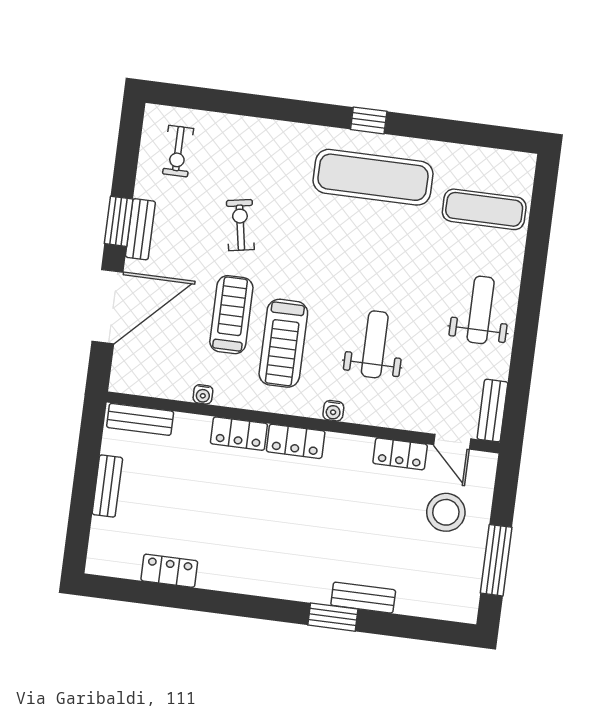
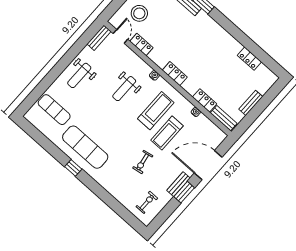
locker: (239, 434) -> (205, 100), moved

